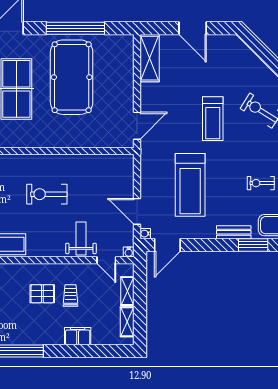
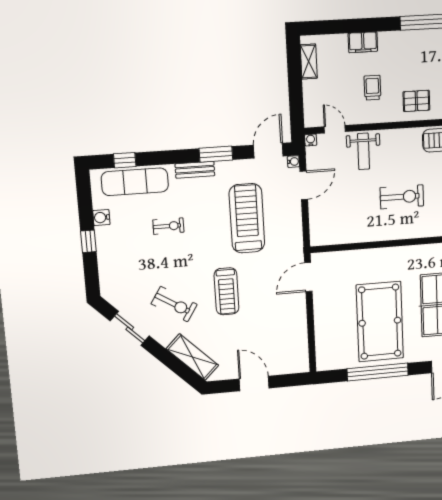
shelving: (150, 58) -> (192, 357), moved, turned -45
treadmill: (213, 119) -> (227, 291), turned 180
door: (137, 211) -> (304, 185), hinge flipped
window: (253, 245) -> (216, 154), moved
shelving: (127, 291) -> (310, 96), removed
pallet: (42, 294) -> (416, 101), moved
trolley: (71, 295) -> (372, 88), turned 180

